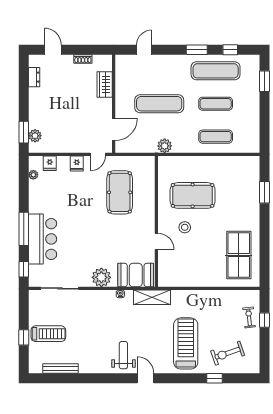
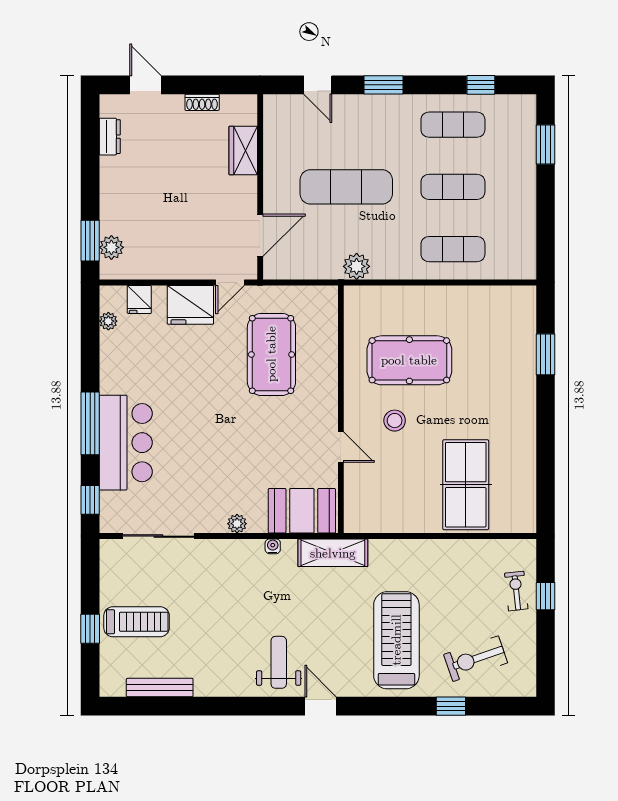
door: (144, 50) -> (318, 85), swing flipped
window: (197, 50) -> (383, 85), moved
exercise mat: (216, 71) -> (453, 125), width x0.73, depth x0.69
fridge: (77, 163) -> (190, 305), width x1.88, depth x1.34
table tennis table: (239, 255) -> (466, 485), moved
plant: (101, 277) -> (237, 524), width x0.53, depth x0.53

